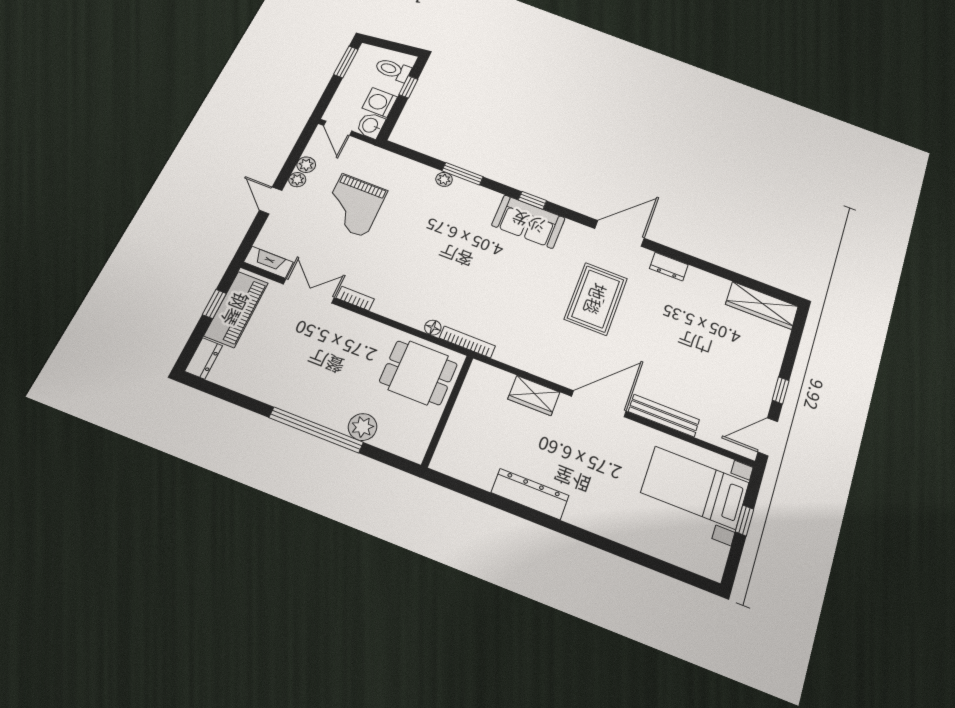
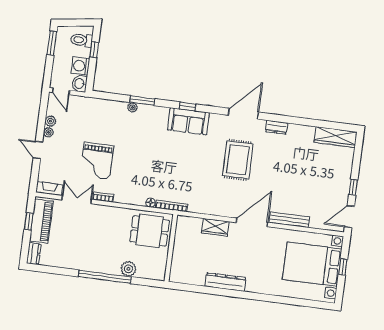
grand piano: (354, 205) -> (97, 161), moved
bed with nightstands: (695, 488) -> (312, 264), width x1.36

